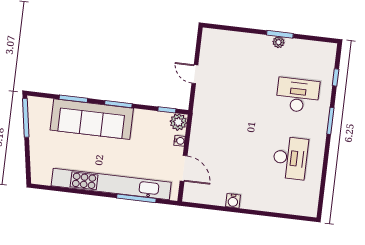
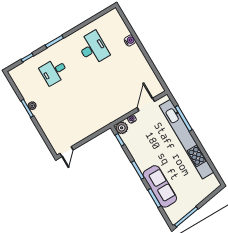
door: (195, 74) -> (67, 152), moved
desk: (298, 95) -> (54, 71), width x0.73
sofa: (92, 119) -> (160, 186), width x0.74, depth x0.79
desk: (290, 158) -> (93, 48), turned 90
water cooler: (233, 201) -> (130, 40), moved

